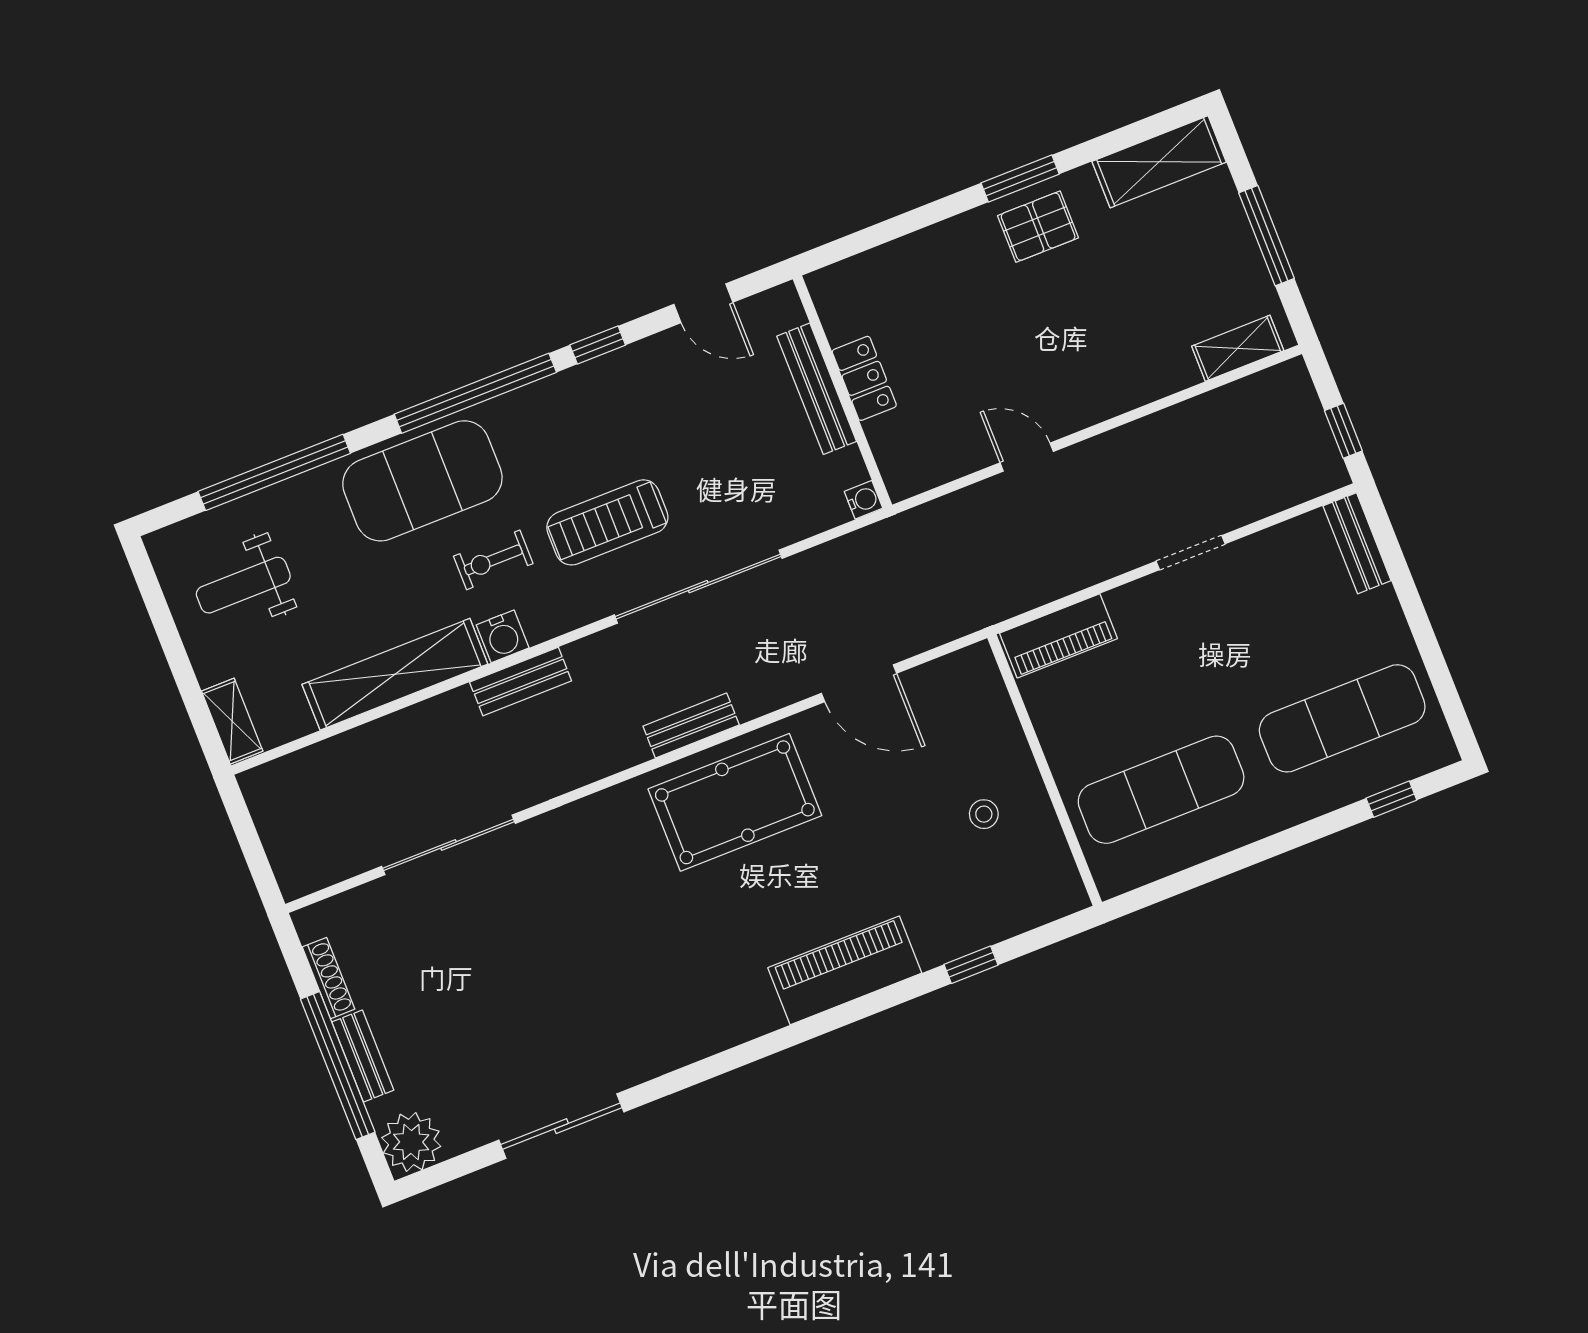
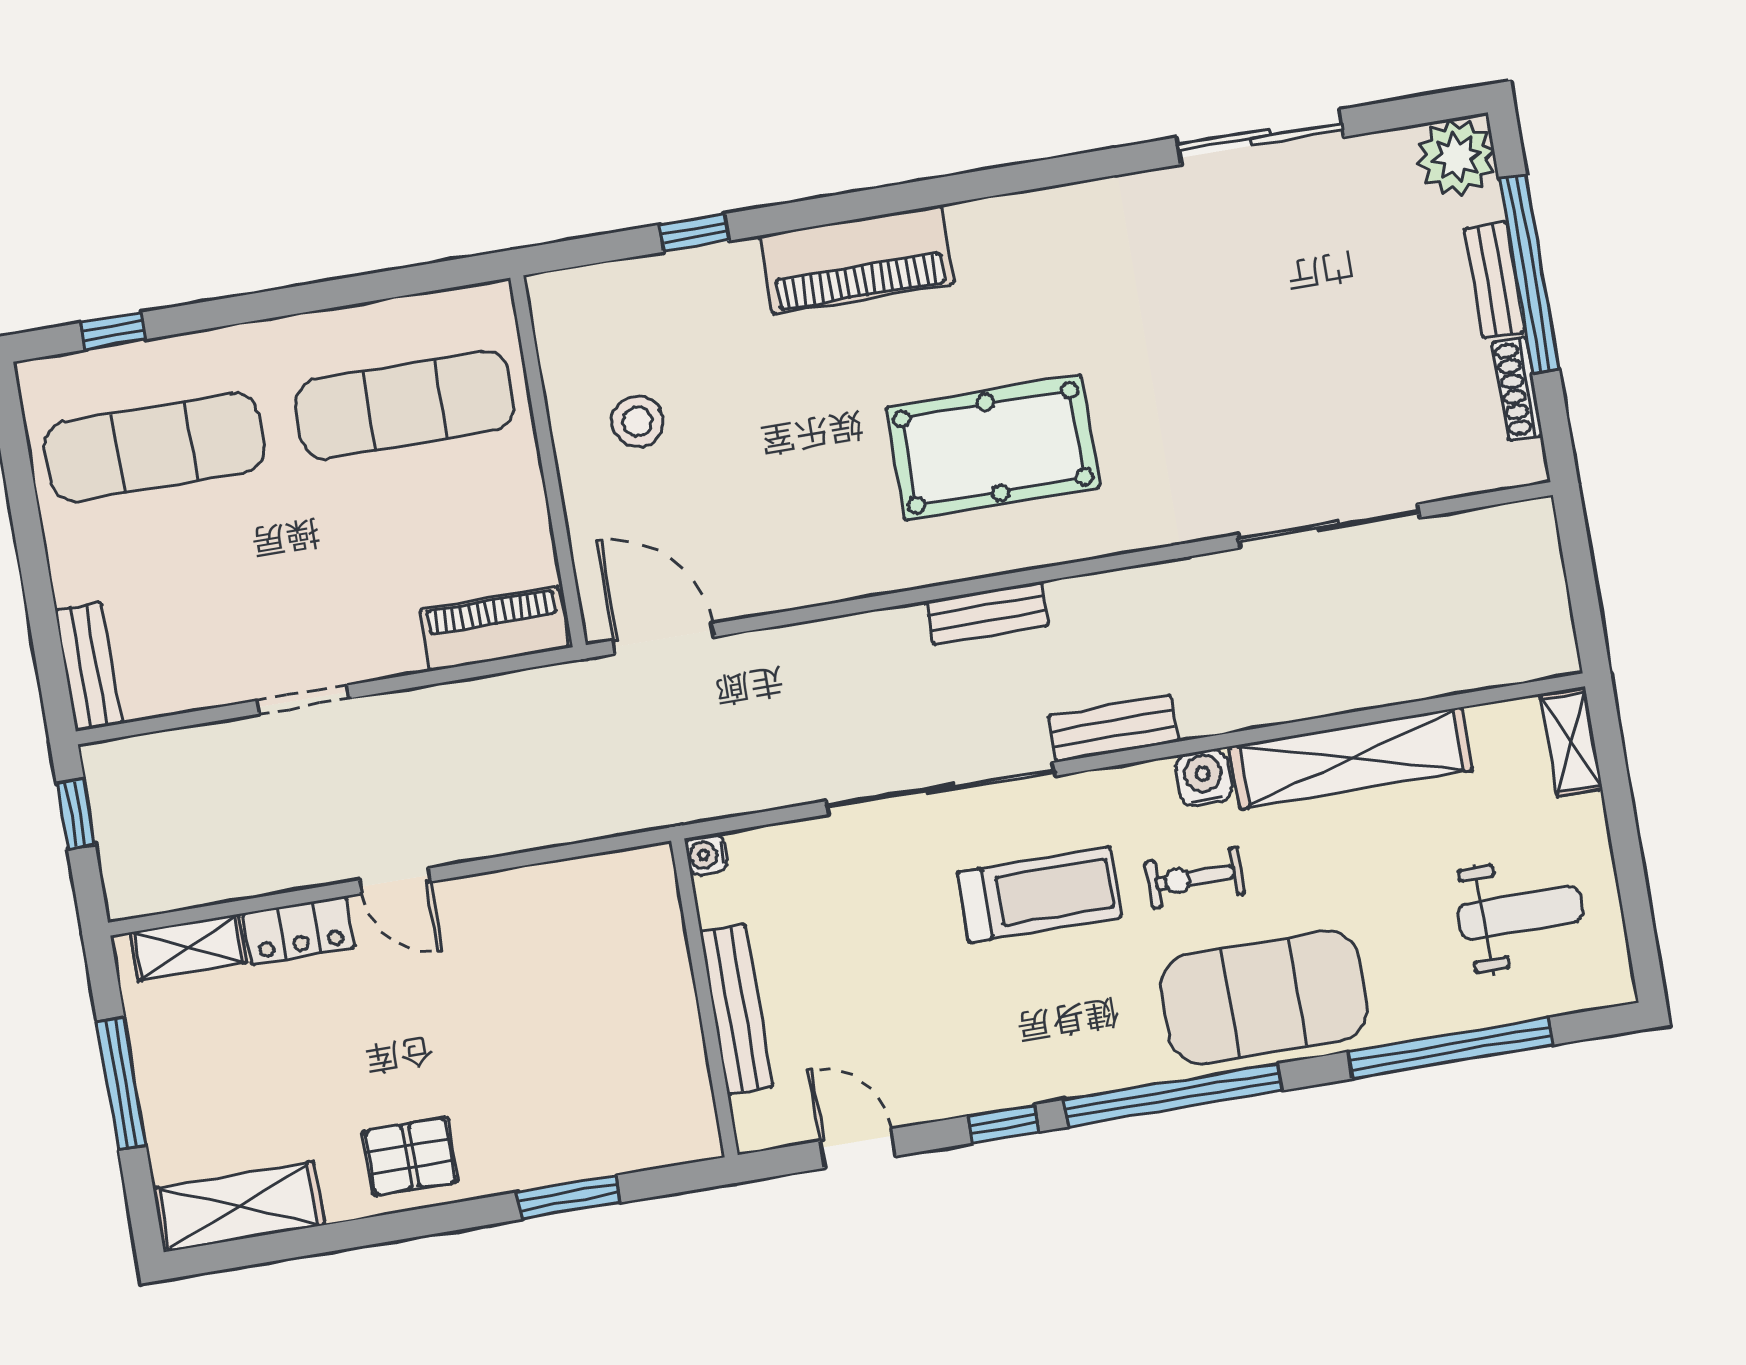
window: (1020, 179) -> (569, 1197), moved
locker: (864, 378) -> (299, 931), moved, turned -90
door: (1027, 457) -> (395, 881), moved
exercise bike: (493, 560) -> (1195, 878), turned 180
bench: (521, 681) -> (1113, 729), moved
door: (859, 683) -> (664, 639), moved
pool table: (735, 802) -> (993, 448), moved
stool: (984, 814) -> (637, 422), width x1.37, depth x1.37

